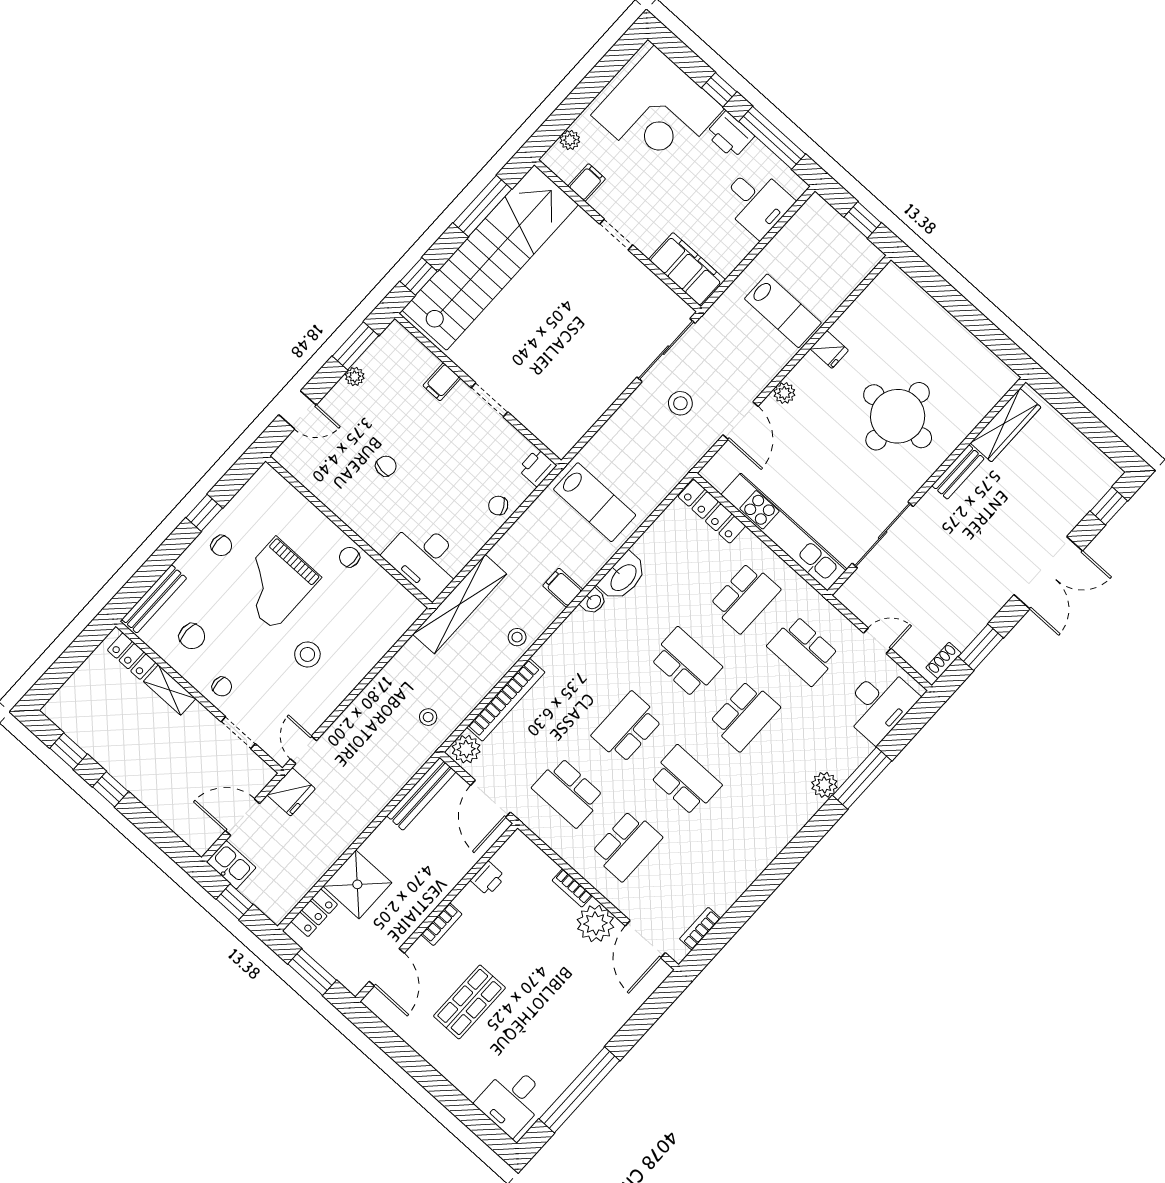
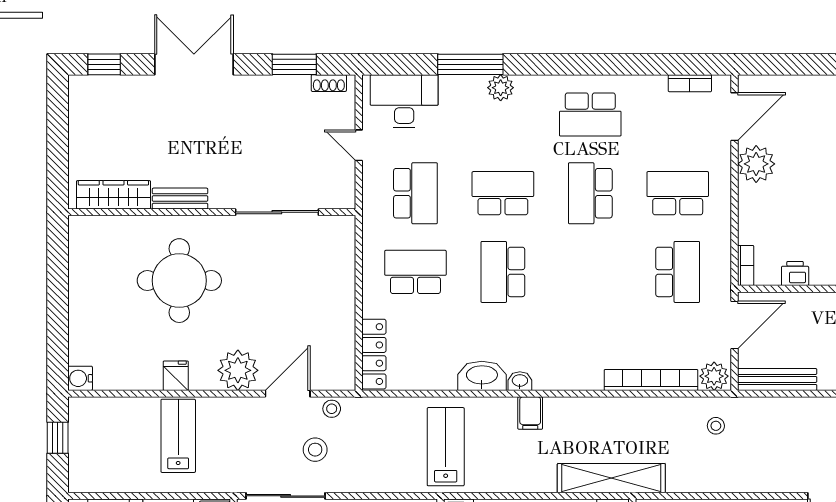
water cooler: (892, 277) -> (80, 378), added
plant: (784, 393) -> (238, 370), width x1.88, depth x1.88
kitchen unit: (784, 532) -> (341, 287), removed
stool: (517, 637) -> (332, 409), moved
school desk: (627, 727) -> (590, 114), moved
bookcase: (572, 888) -> (746, 266), moved

